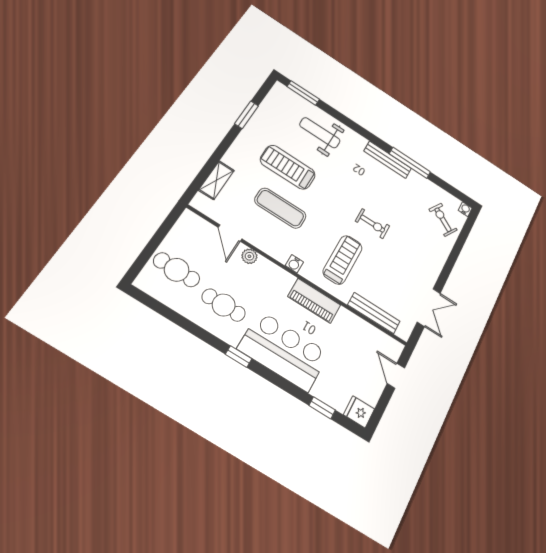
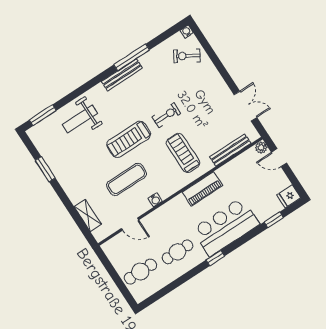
treadmill: (288, 167) -> (129, 139), moved
plant: (249, 256) -> (261, 148), moved
water cooler: (294, 264) -> (155, 200), moved

